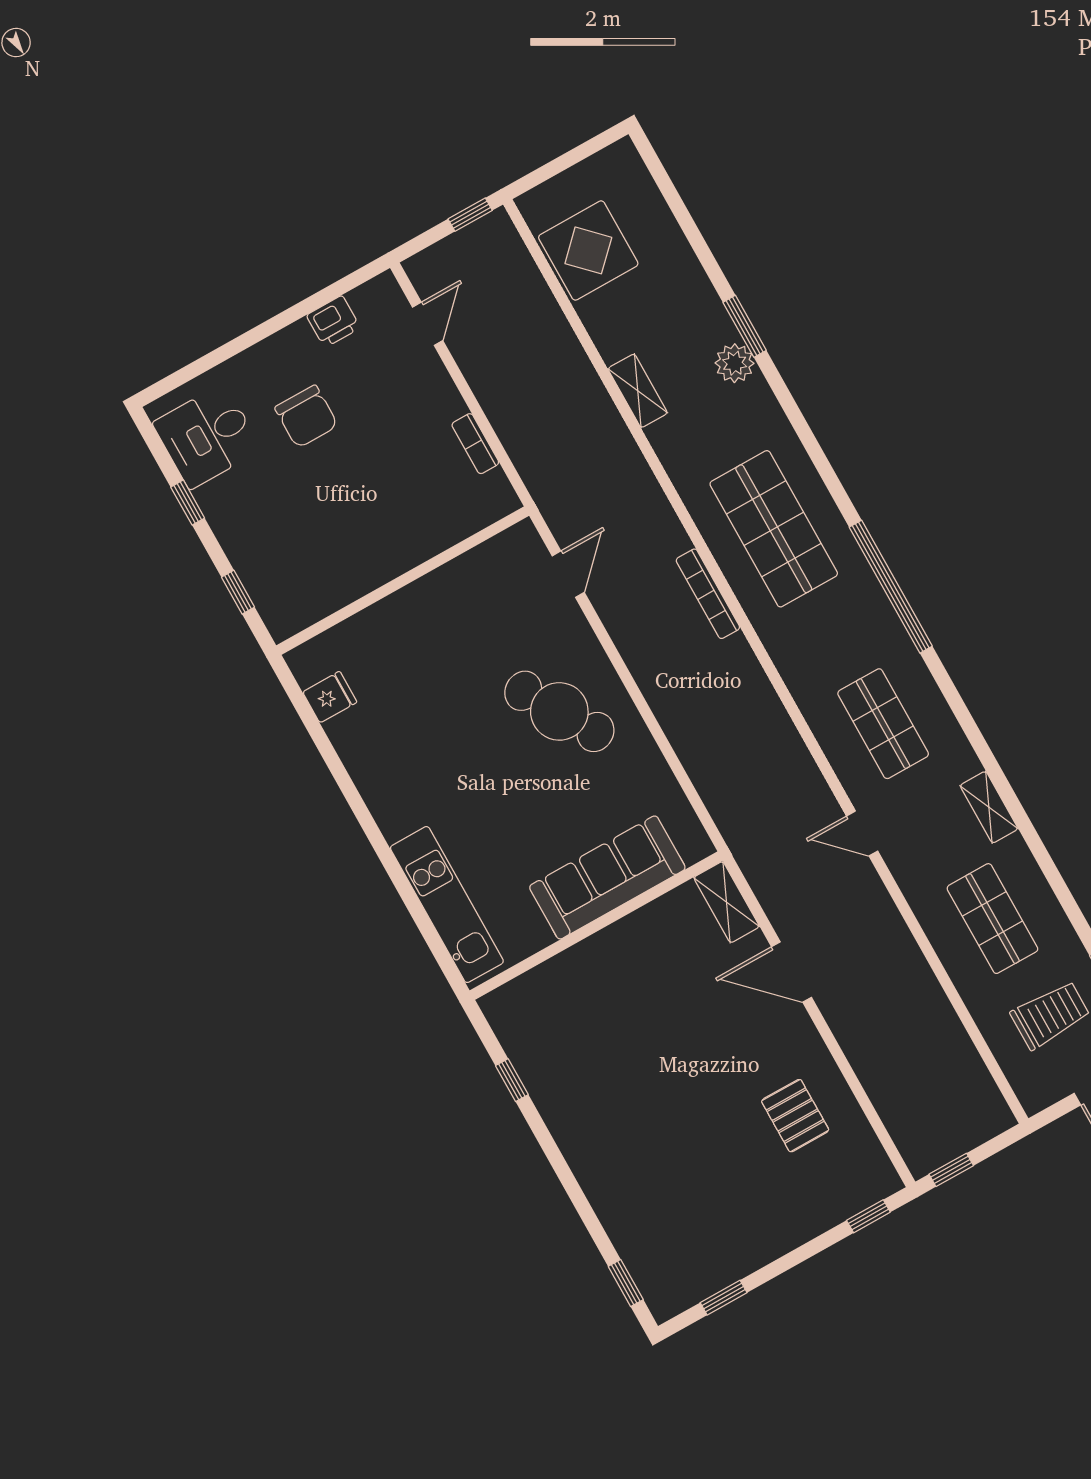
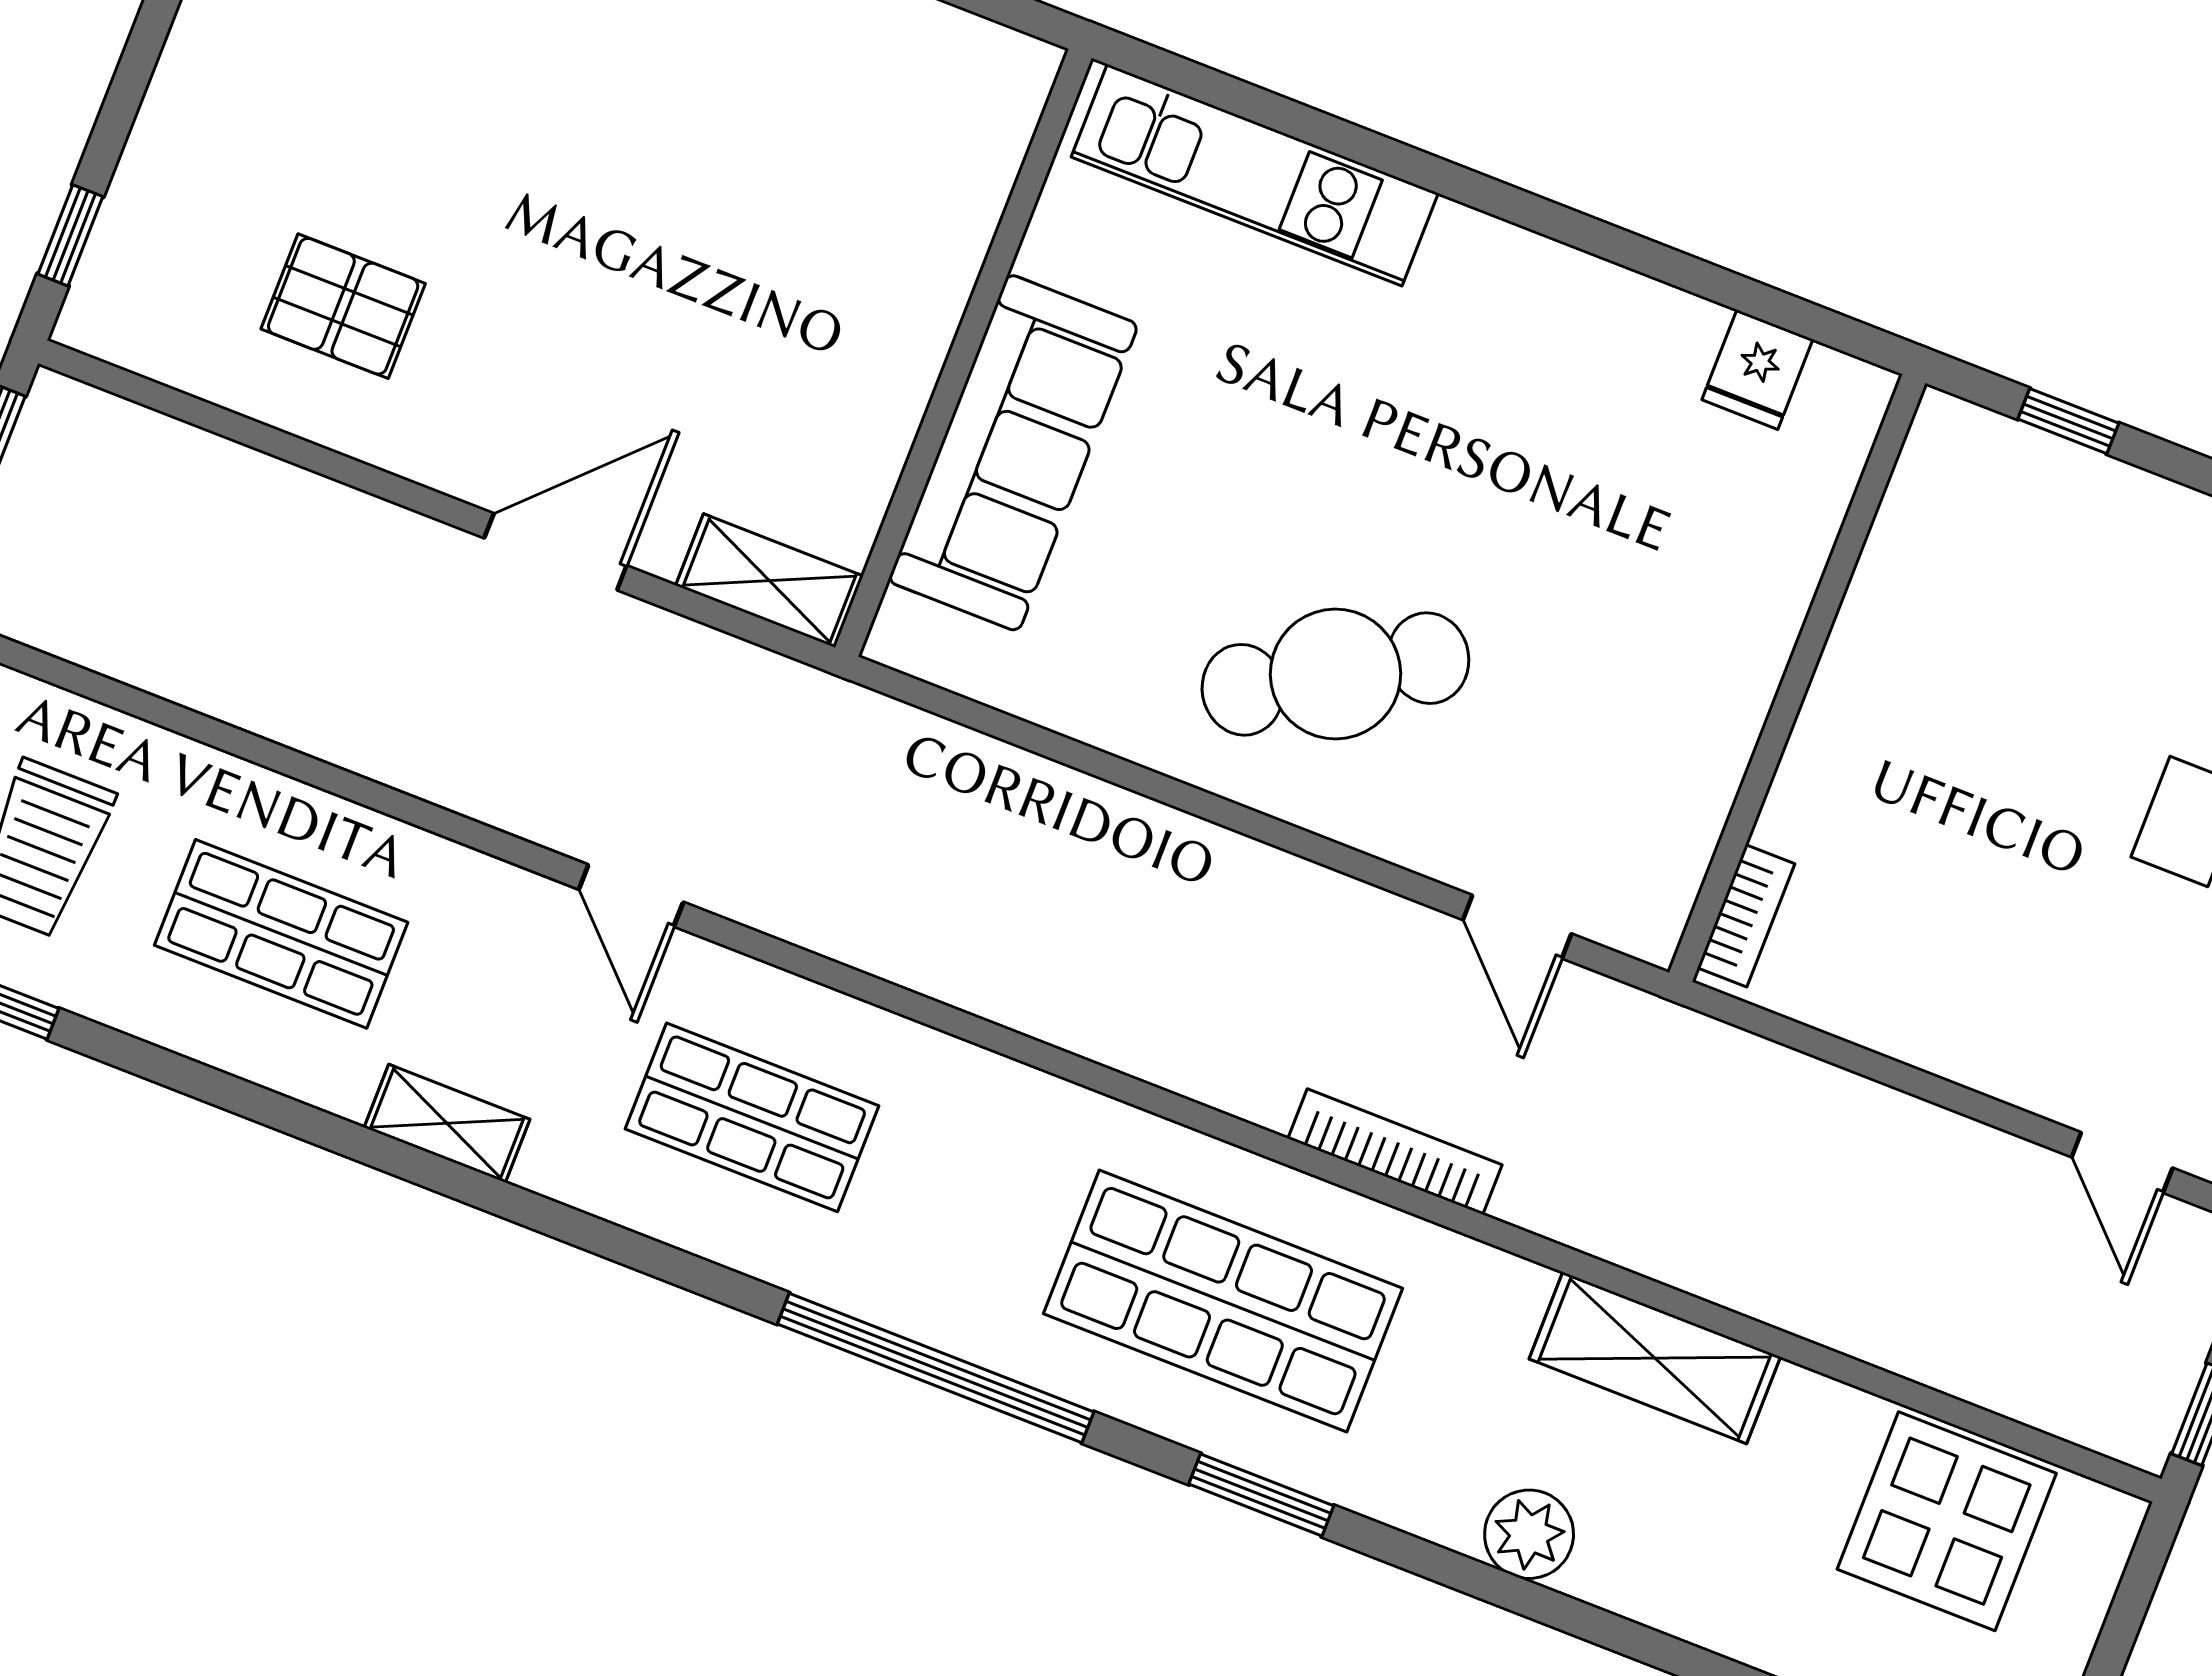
window: (745, 326) -> (1261, 1495), moved
shelving: (638, 391) -> (1655, 1358), width x1.50, depth x1.33
bookcase: (475, 444) -> (1746, 916), moved, turned 90
bookcase: (708, 594) -> (1395, 1152), moved
door: (862, 833) -> (631, 896), swing flipped

